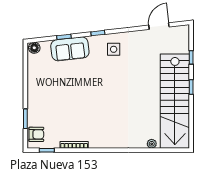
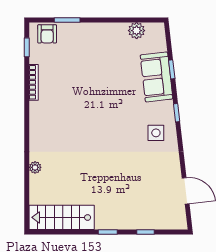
floor lamp: (34, 48) -> (158, 31), removed
plant: (34, 64) -> (137, 31), added
stairs: (175, 101) -> (62, 217), width x0.54, depth x0.66
plant: (152, 144) -> (35, 167), moved

